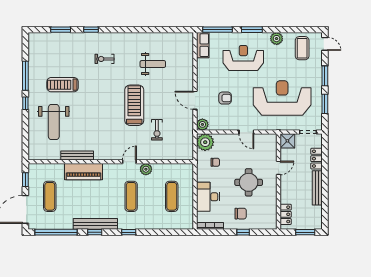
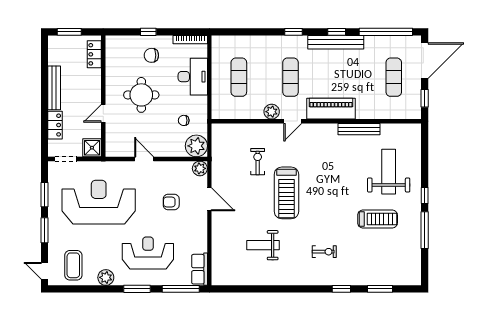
reception desk: (243, 58) -> (148, 253), turned 180
reception desk: (282, 98) -> (99, 202), turned 180
piano: (84, 172) -> (331, 109), moved

